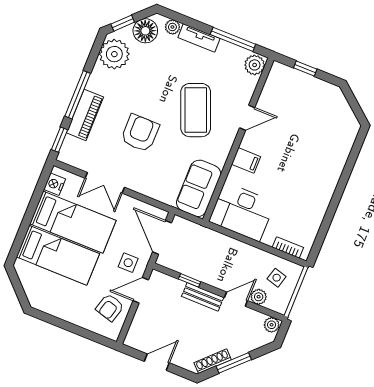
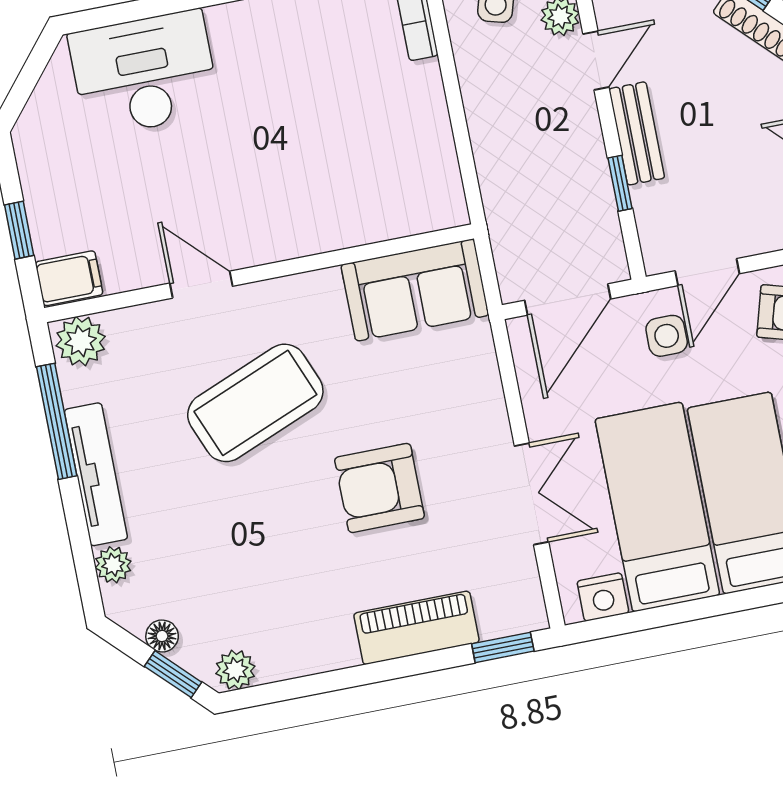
floor lamp: (145, 31) -> (162, 636), width x0.53, depth x0.53
tv unit: (199, 38) -> (96, 474), width x1.41
plant: (114, 54) -> (235, 670), width x0.53, depth x0.53
window: (78, 95) -> (384, 671), removed
filing cabinet: (246, 160) -> (69, 278), moved, turned 90
desk: (242, 212) -> (144, 74), moved, turned -90
door: (141, 290) -> (707, 272), hinge flipped
door: (236, 299) -> (596, 61), swing flipped

